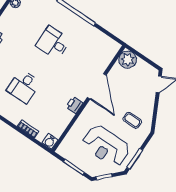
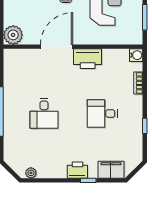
desk: (24, 86) -> (102, 113), turned 180
printer: (74, 105) -> (88, 59), width x1.87, depth x1.48

